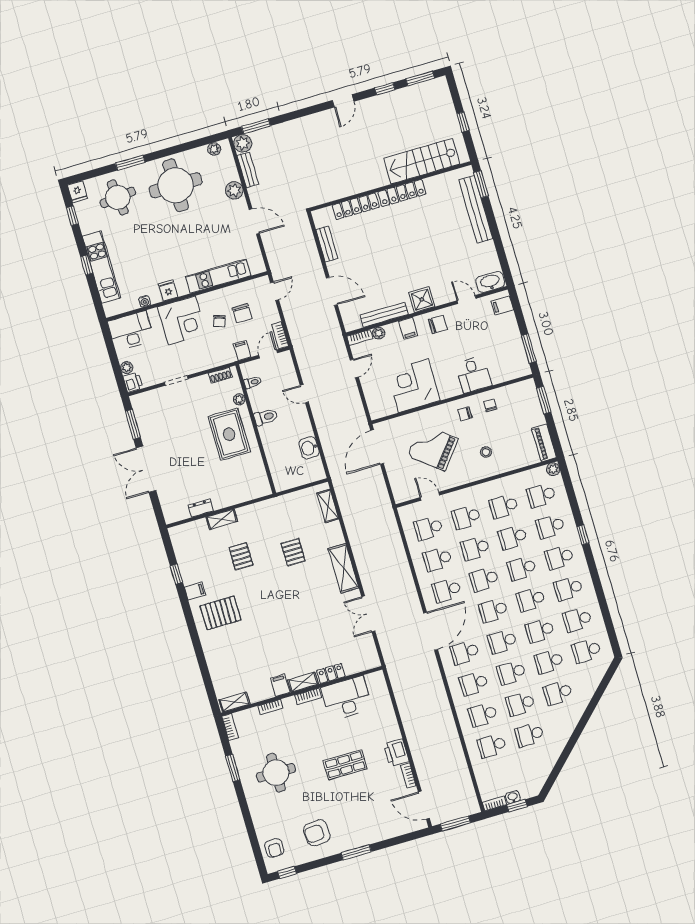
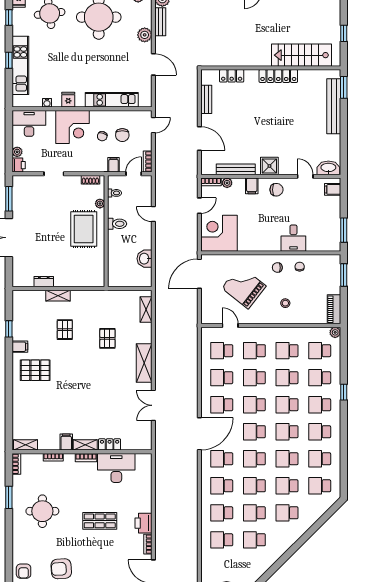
locker: (356, 206) -> (232, 76), width x0.66
corner desk: (413, 386) -> (219, 233), moved

